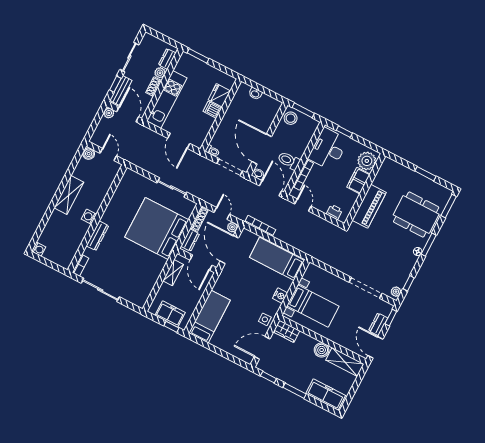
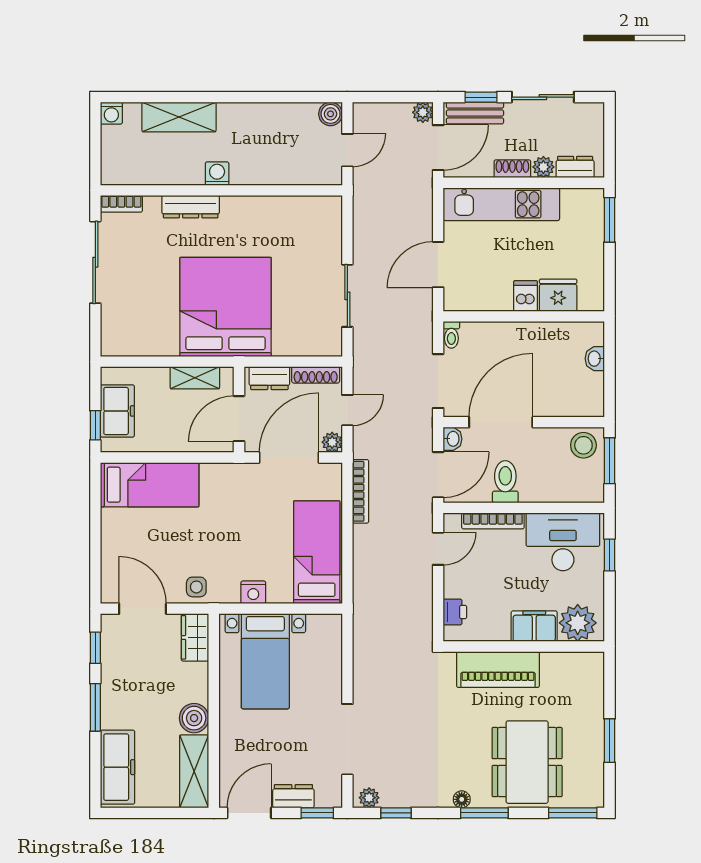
shelving: (69, 195) -> (179, 117), moved
bed: (157, 228) -> (226, 307), moved

